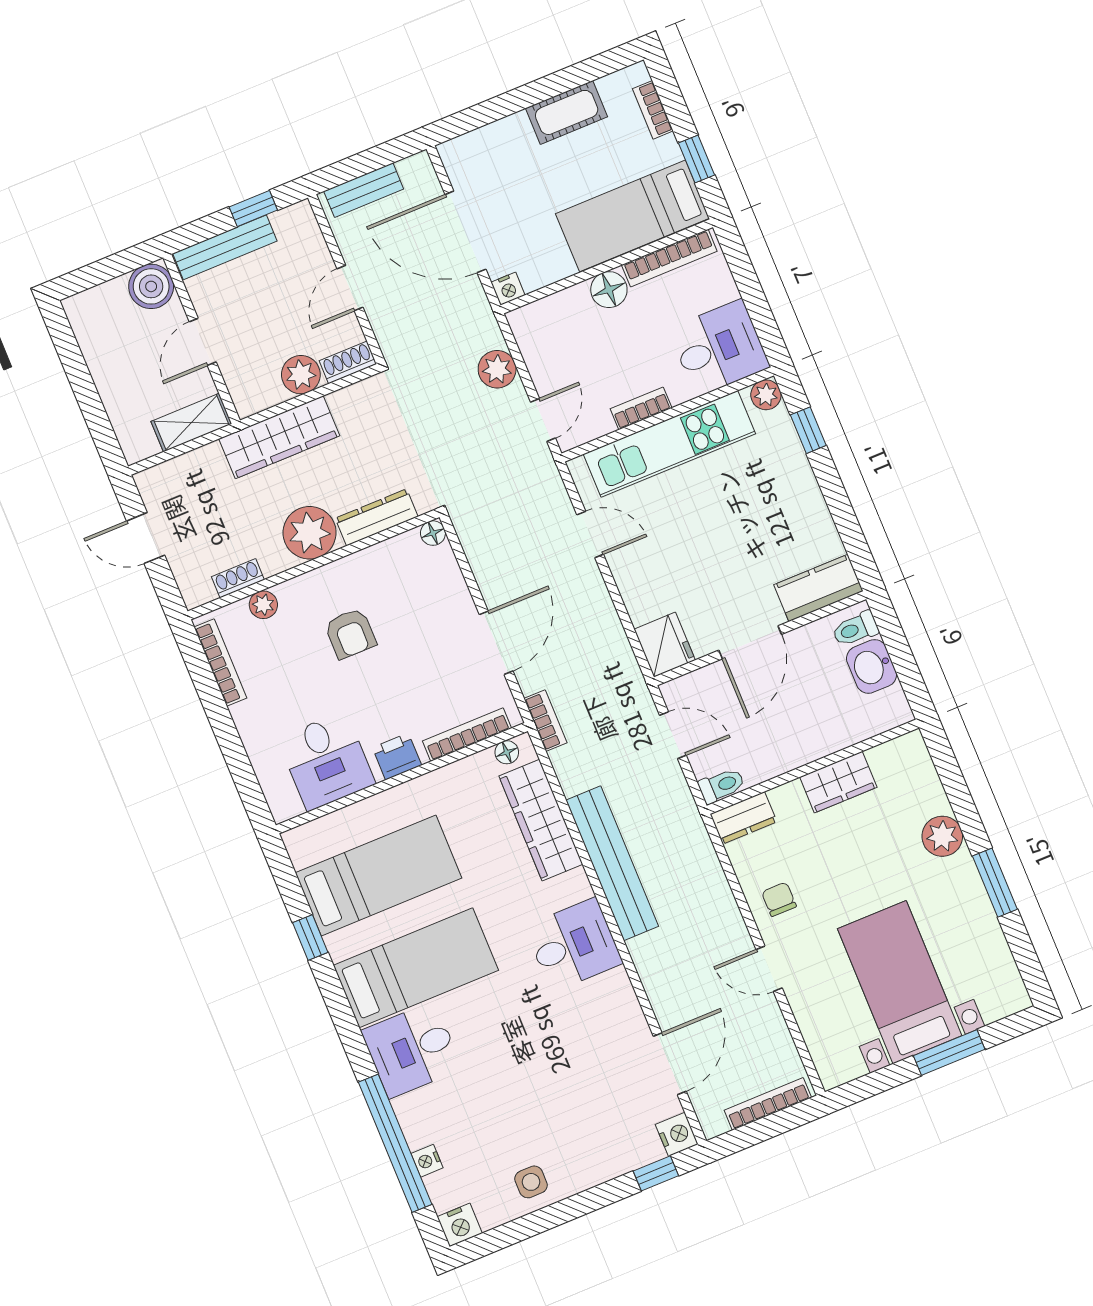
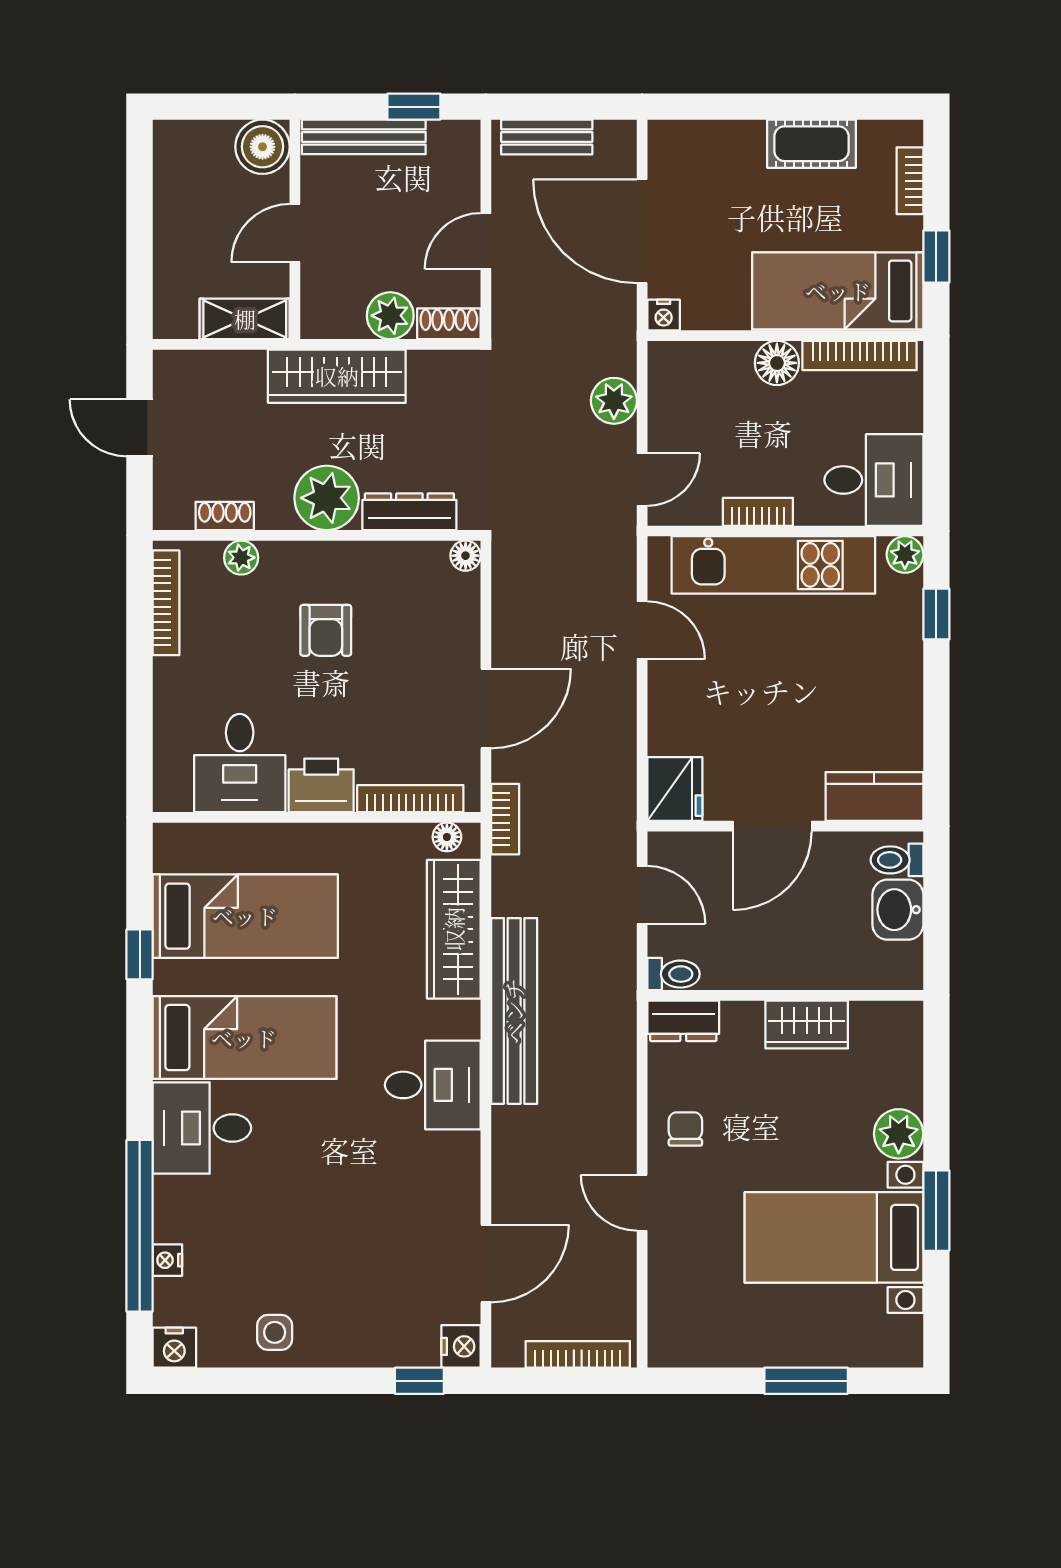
printer: (397, 756) -> (321, 785), width x1.36, depth x1.24
bed with nightstands: (900, 982) -> (834, 1237), moved, turned -90

